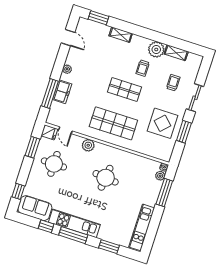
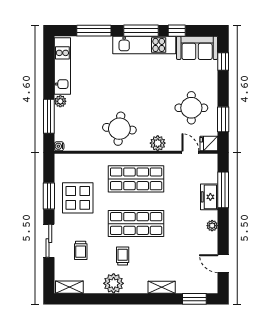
shelving: (176, 53) -> (69, 287), moved
shop shelf: (124, 89) -> (136, 224), width x1.43, depth x1.36
plant: (160, 176) -> (60, 101), moved
round table: (106, 178) -> (119, 129), moved
window: (109, 247) -> (94, 31), width x1.44

